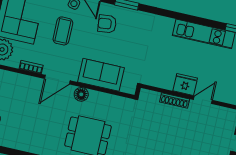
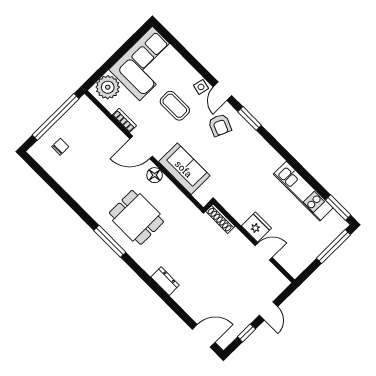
armchair: (107, 24) -> (220, 125), turned -151
coffee table: (63, 31) -> (175, 106), turned 90
shoe rack: (175, 101) -> (220, 219), moved

